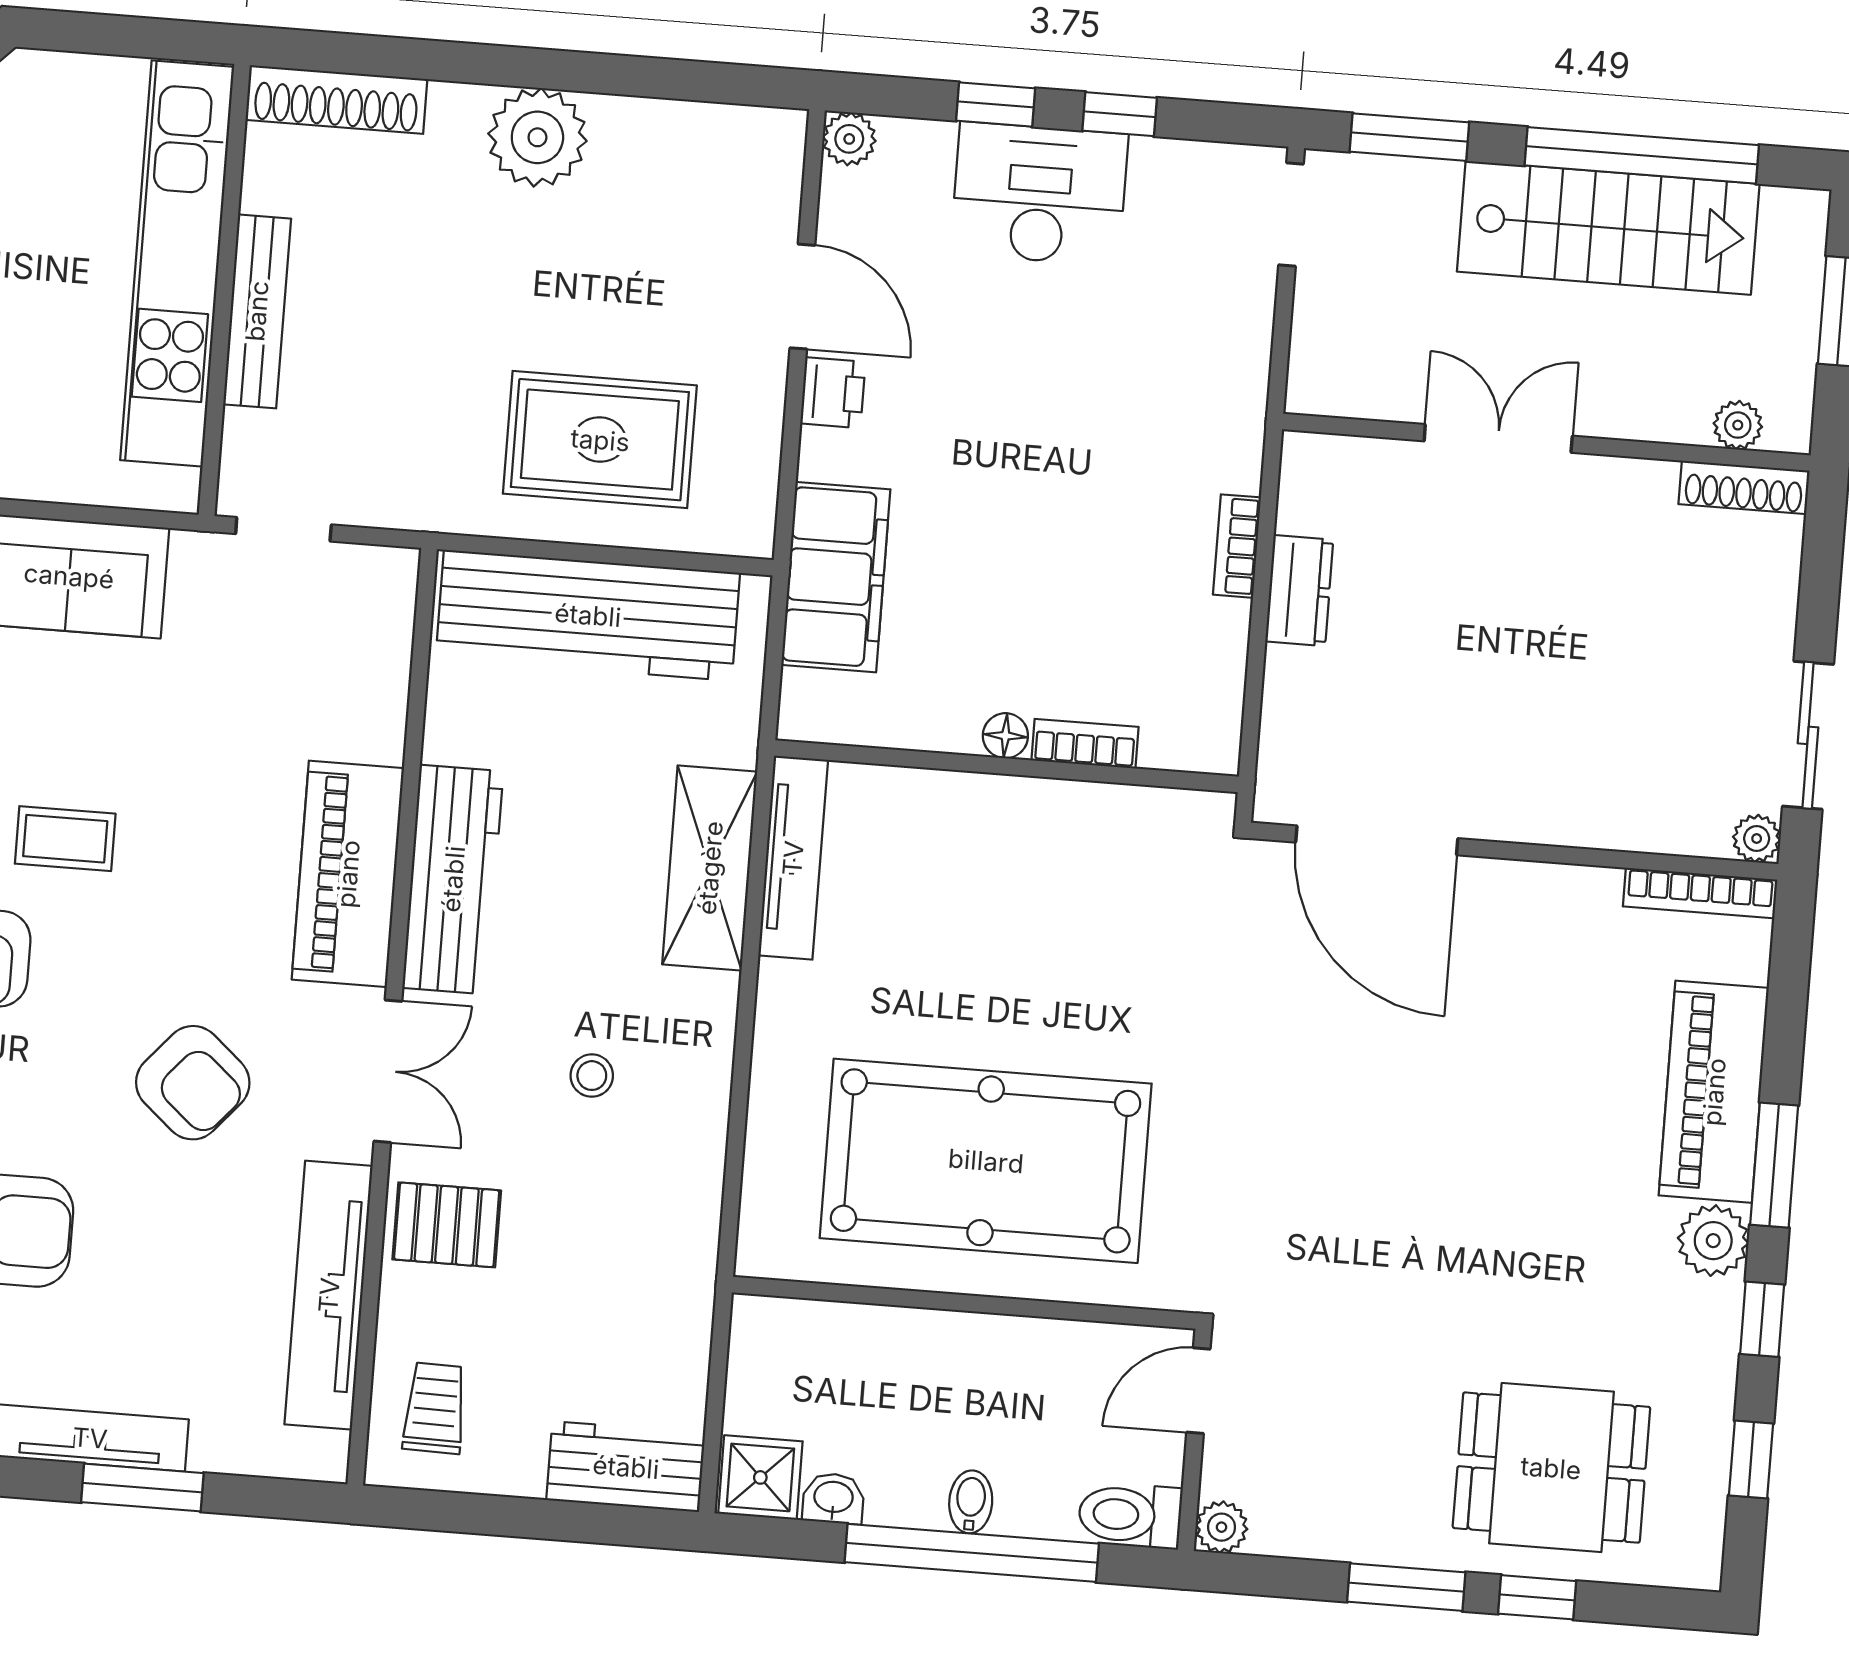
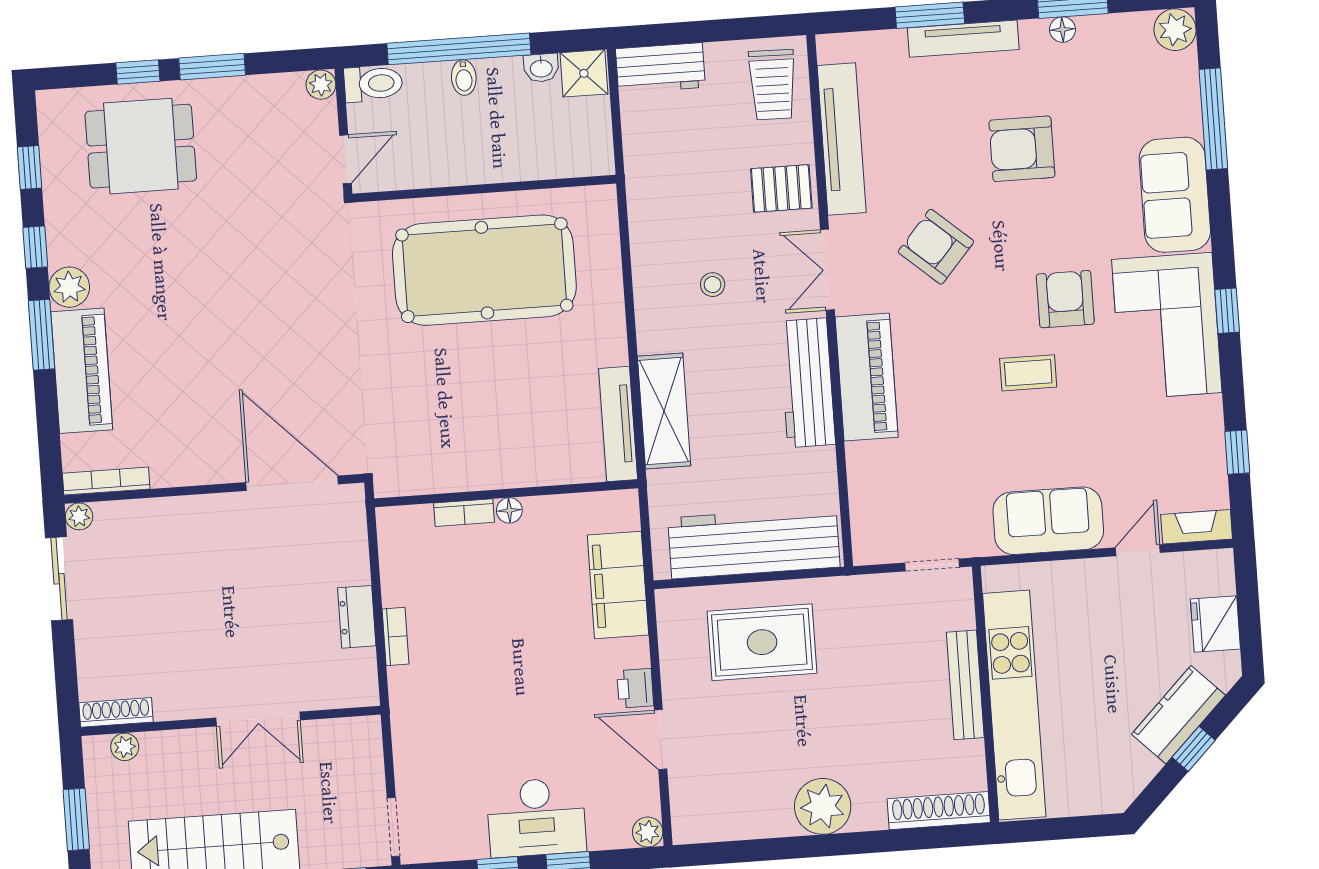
trolley: (435, 1408) -> (772, 85), width x1.36, depth x1.39

